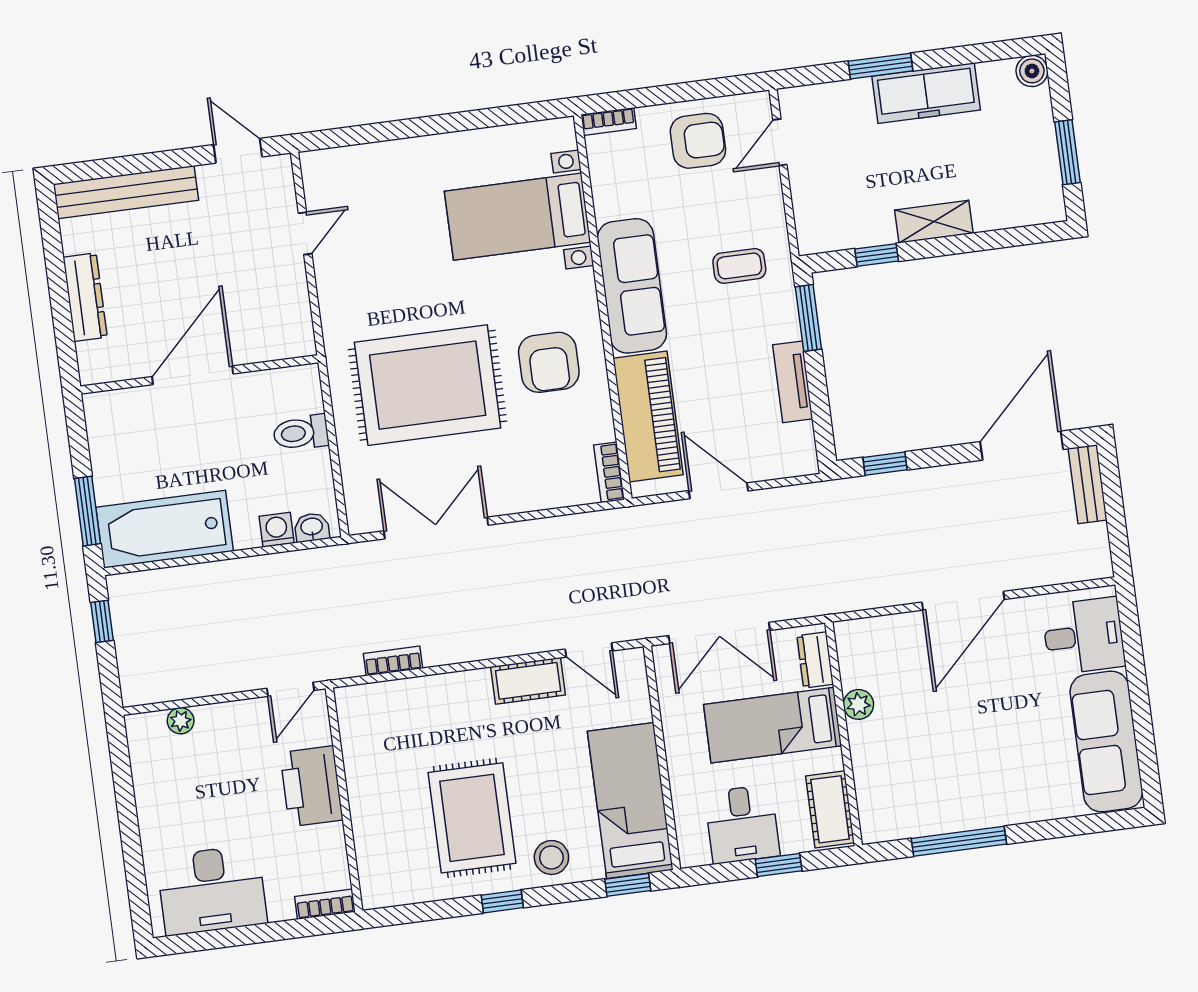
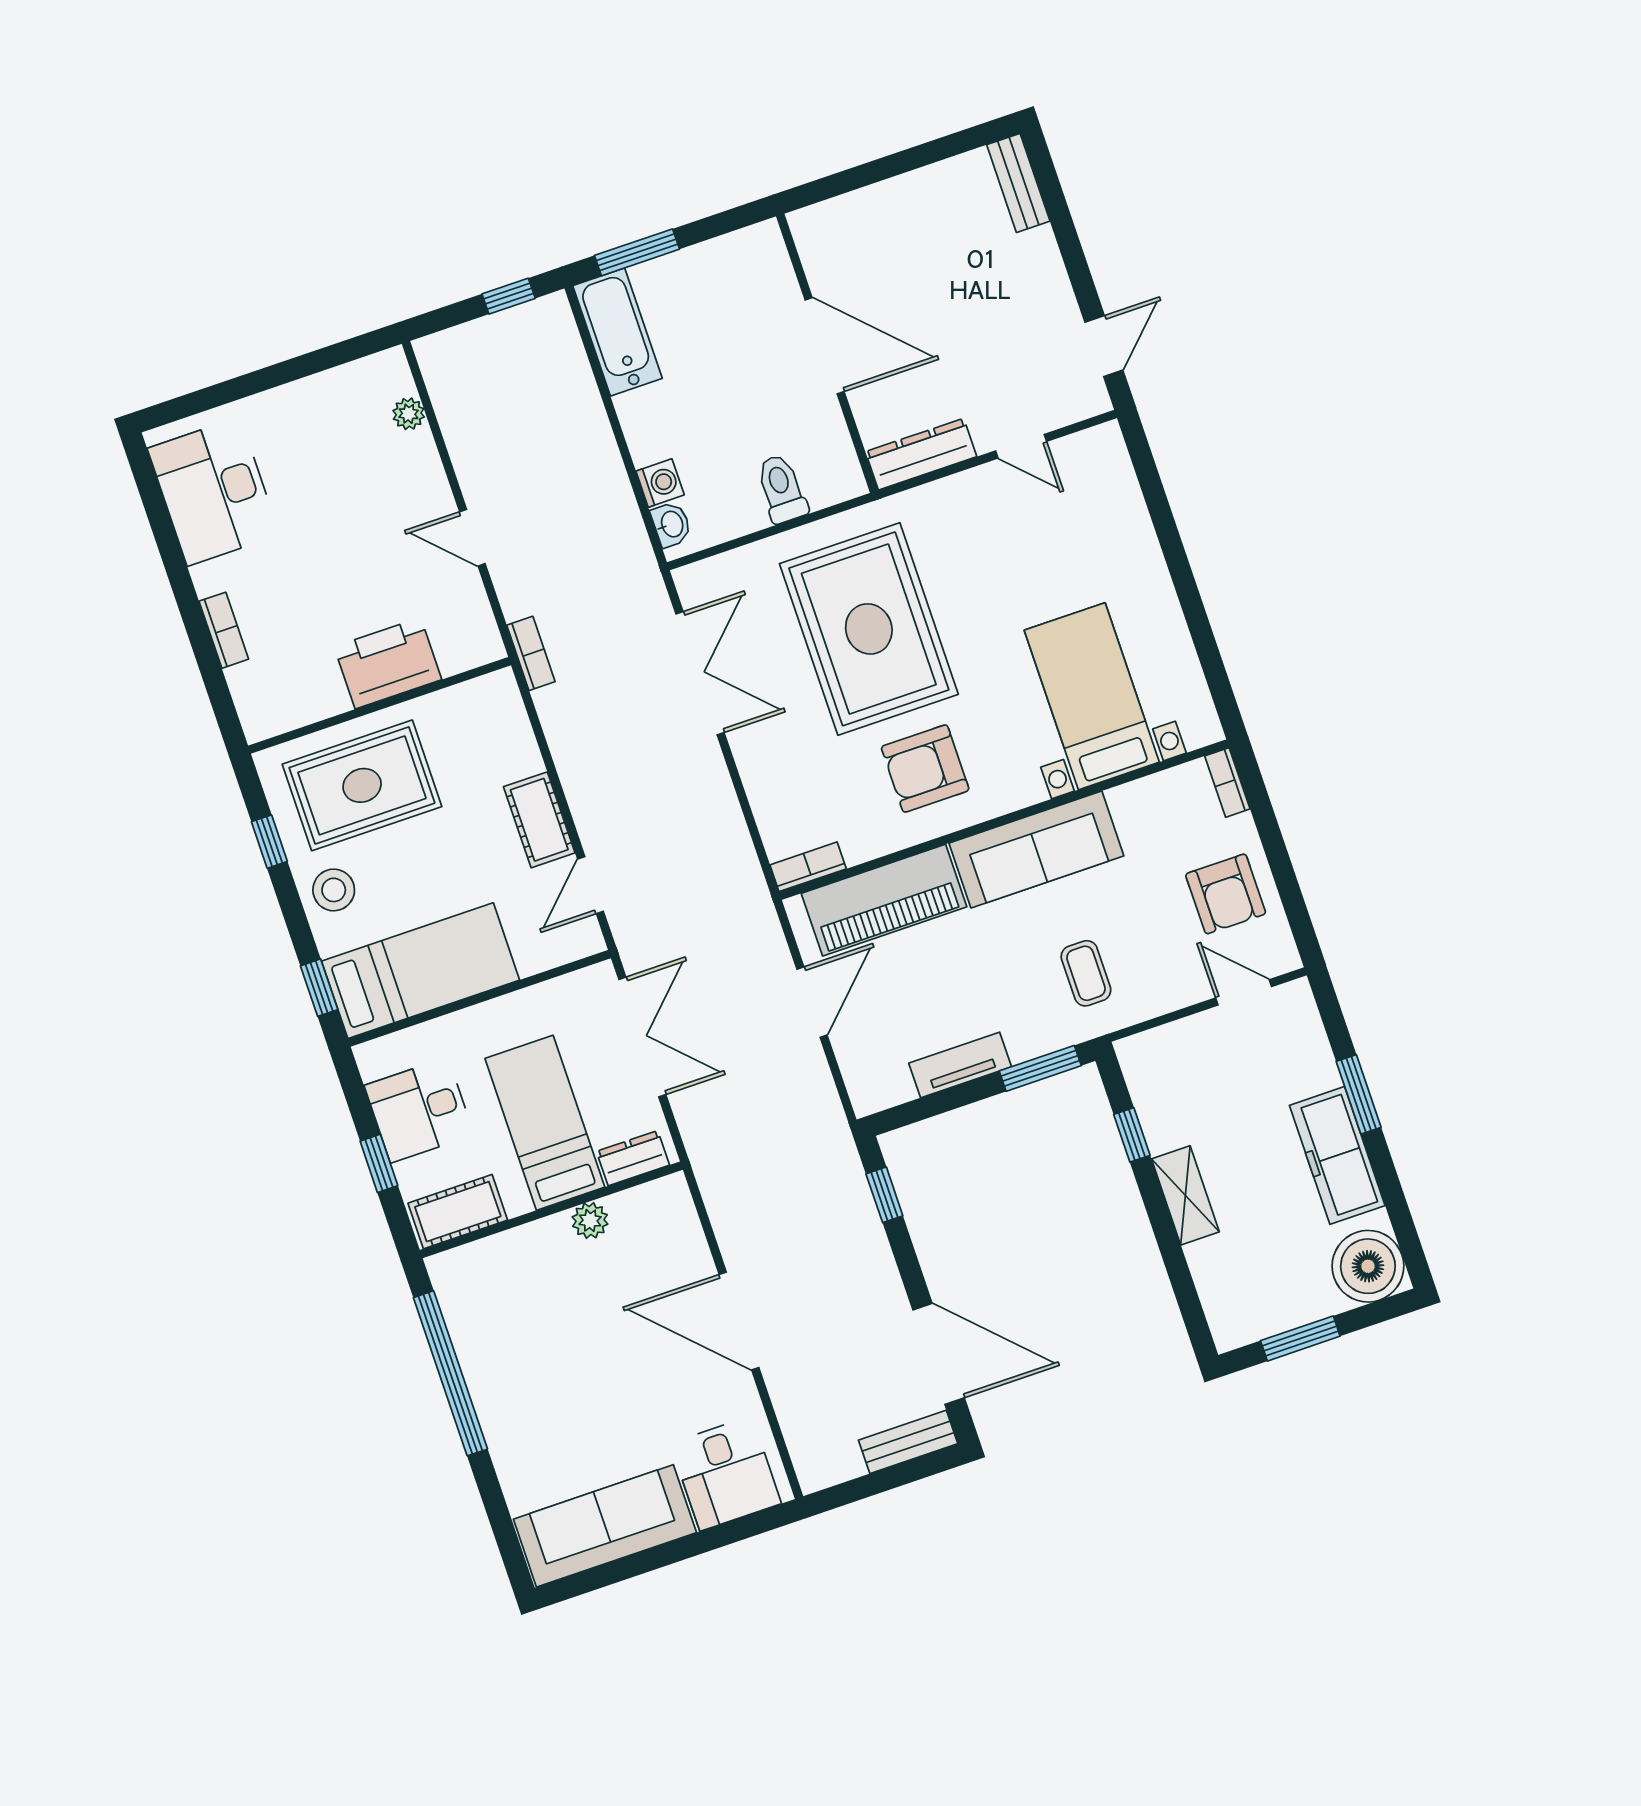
boiler: (1032, 71) -> (1368, 1266), width x1.86, depth x1.86
bench: (126, 192) -> (1018, 183), width x0.54, depth x0.82
dresser: (85, 297) -> (921, 454), moved, turned 180
bathtub: (165, 529) -> (618, 332), width x0.73, depth x0.73
double door: (719, 633) -> (642, 1037), swing flipped
printer: (311, 786) -> (388, 663), moved
wall: (344, 800) -> (380, 705), moved
window: (959, 841) -> (450, 1373), width x1.46

